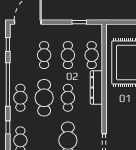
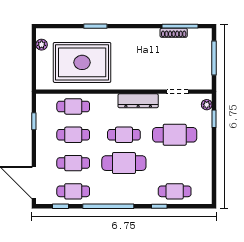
dresser: (96, 87) -> (138, 101), moved
cafe table: (20, 98) -> (73, 191), moved

